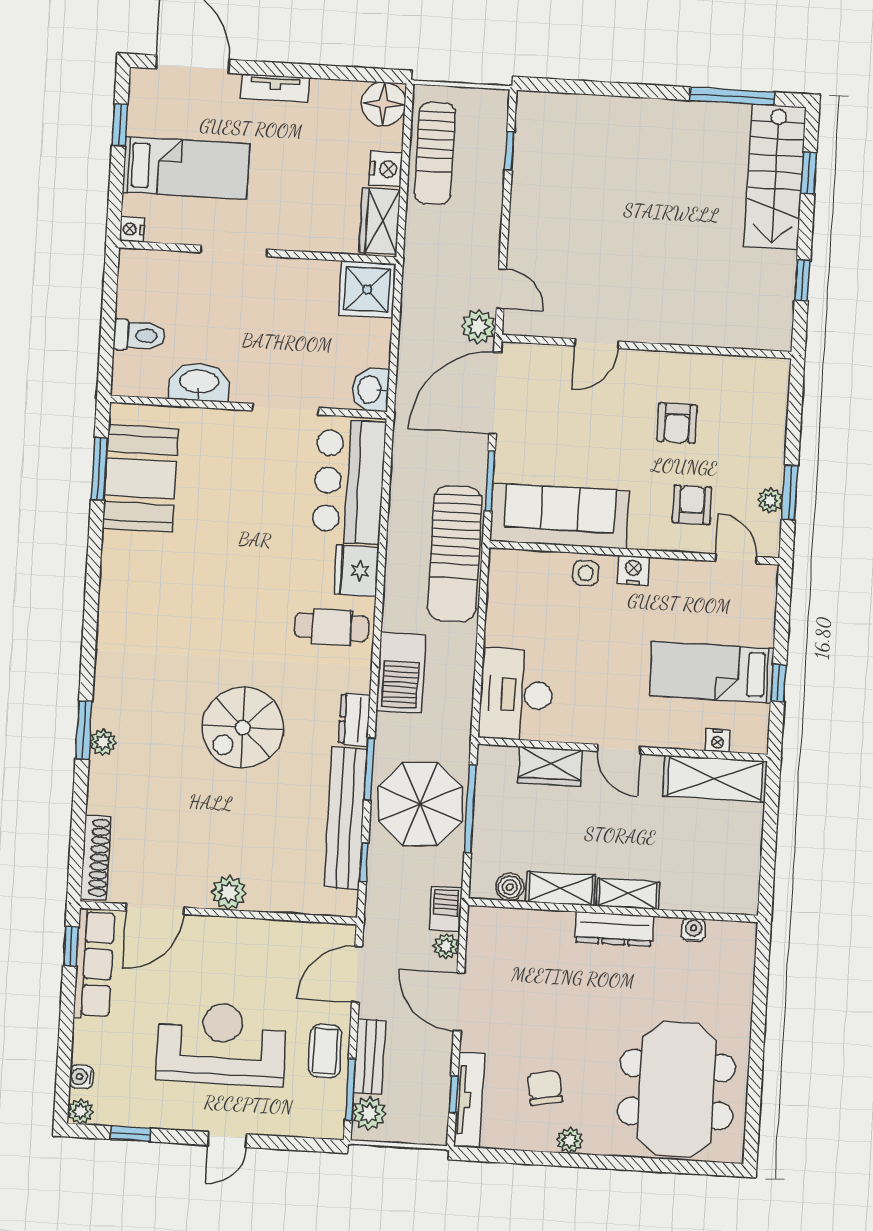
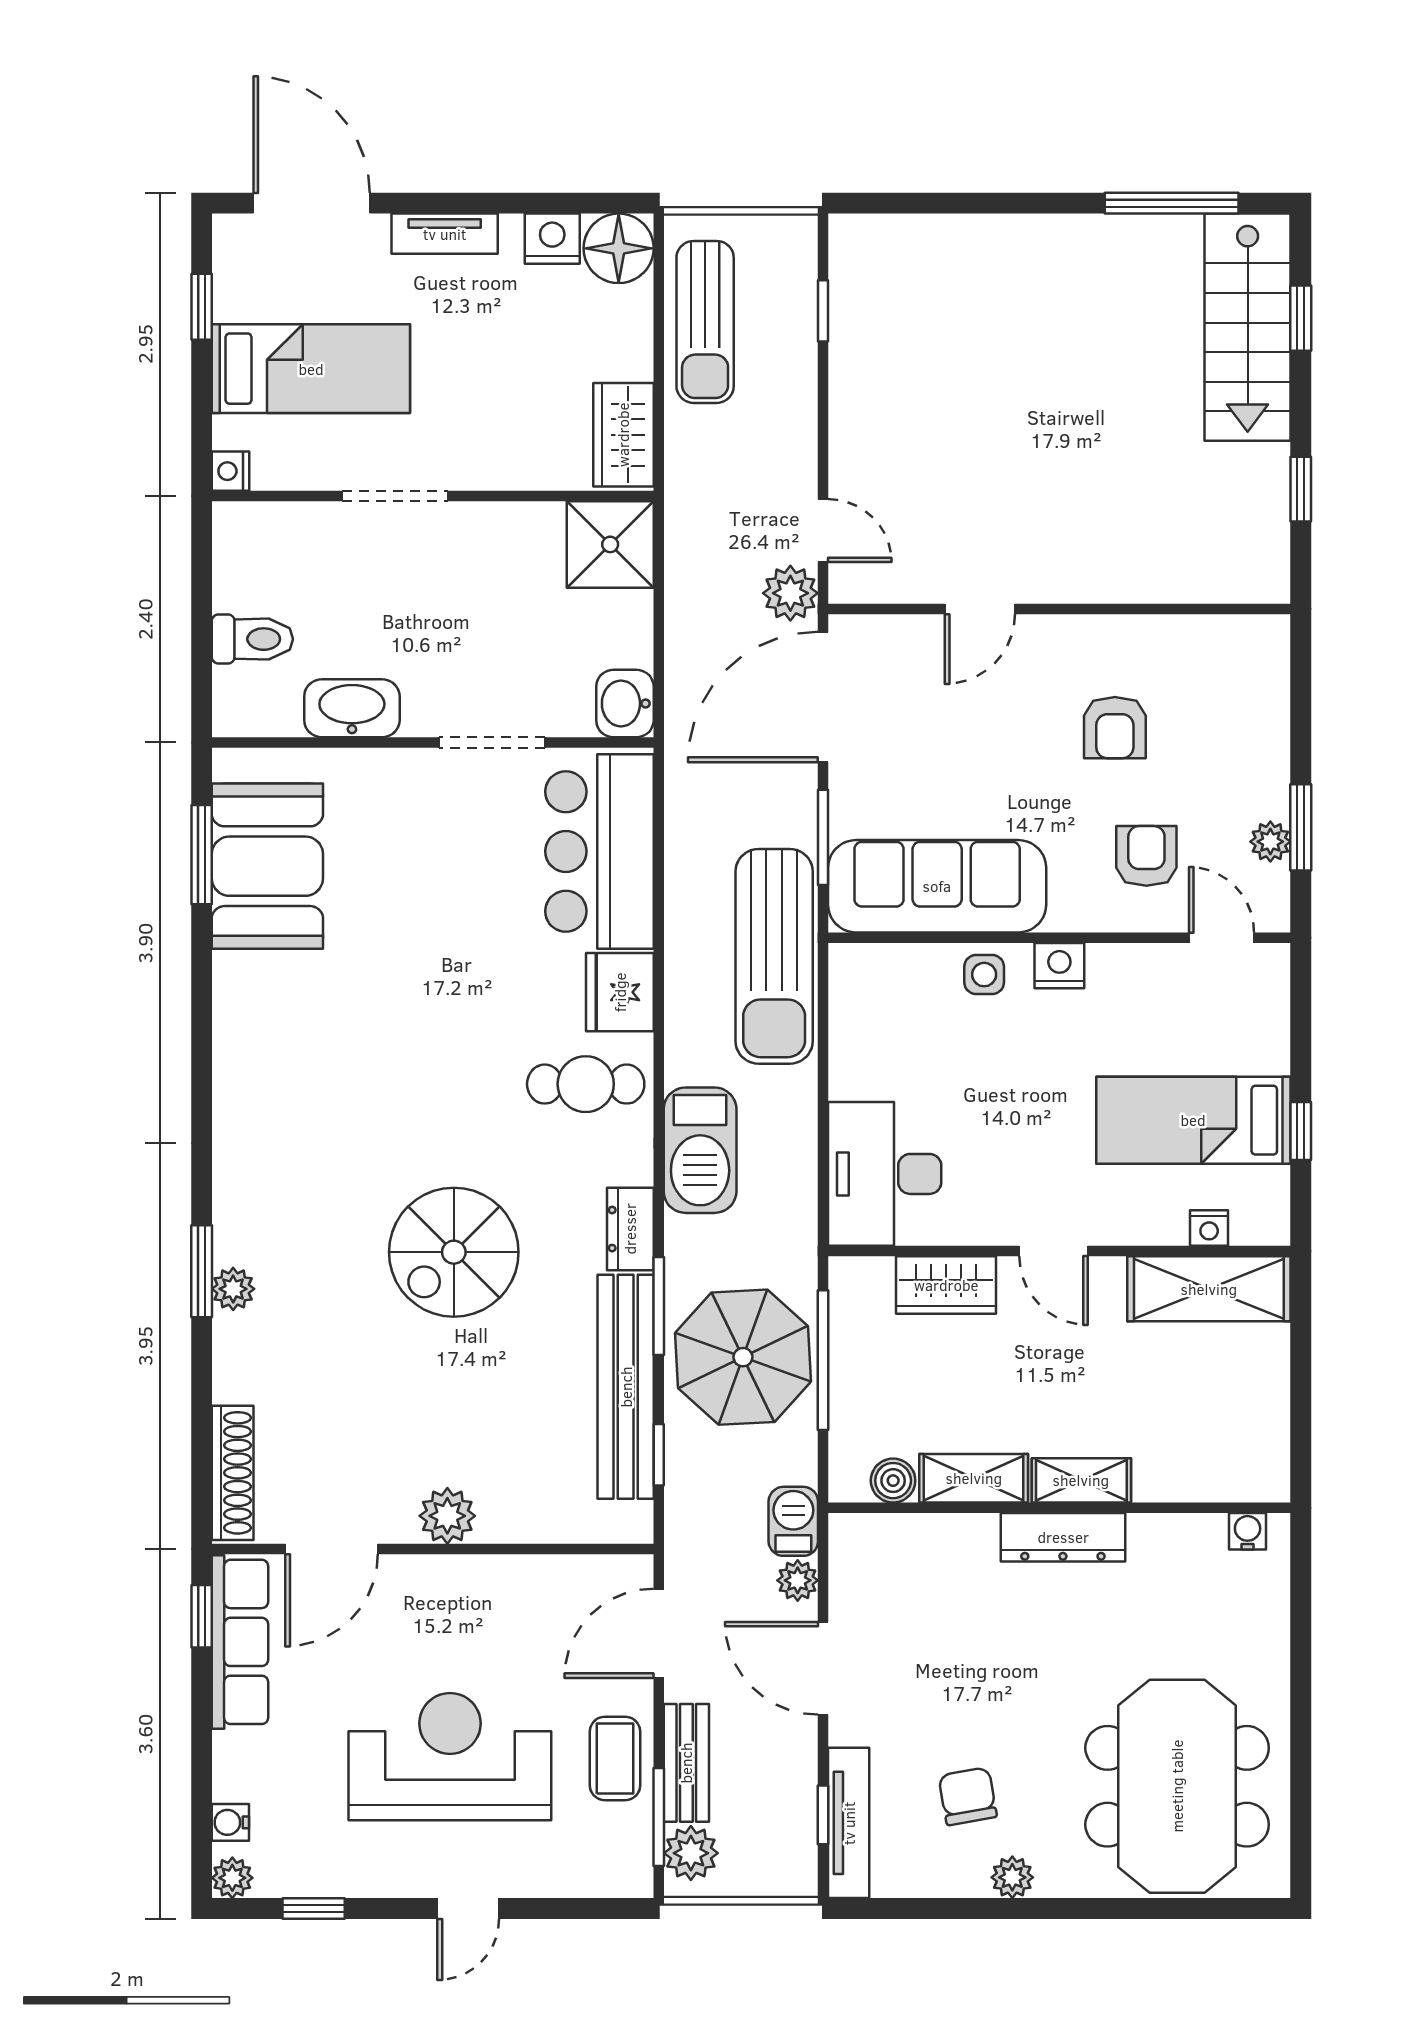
nightstand: (386, 169) -> (552, 239), moved, turned -90
water cooler: (693, 930) -> (1248, 1531), moved

